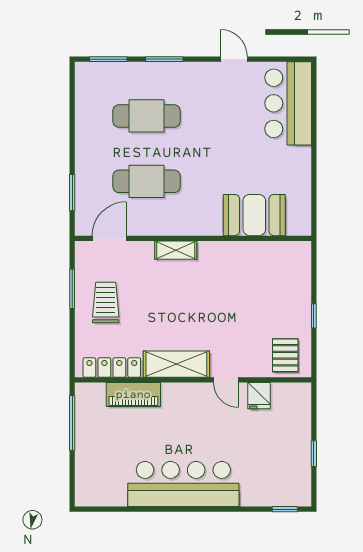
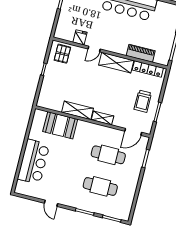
bar counter: (288, 103) -> (34, 162), moved
shelving: (228, 253) -> (78, 110), added
door: (226, 380) -> (94, 49), swing flipped

